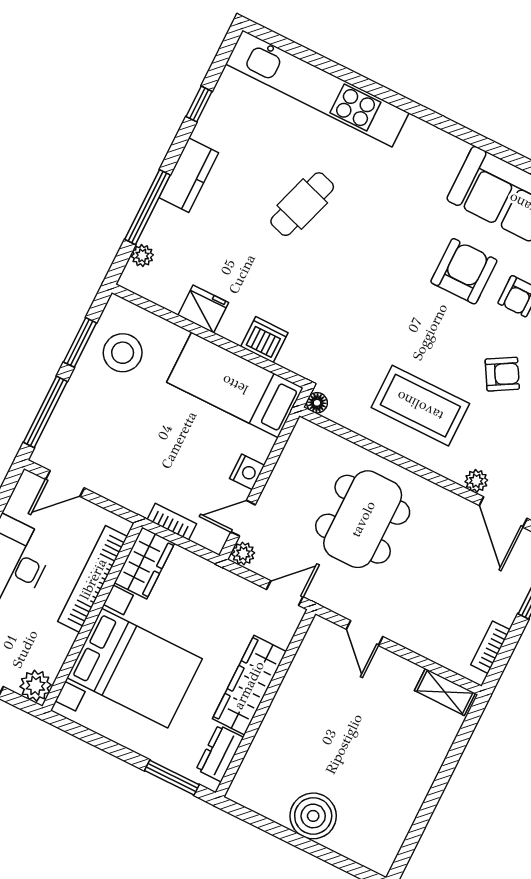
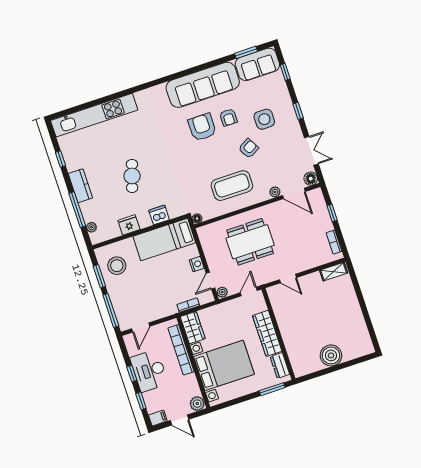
cafe table: (302, 204) -> (132, 176), moved
dining table: (363, 519) -> (250, 242), turned 90

